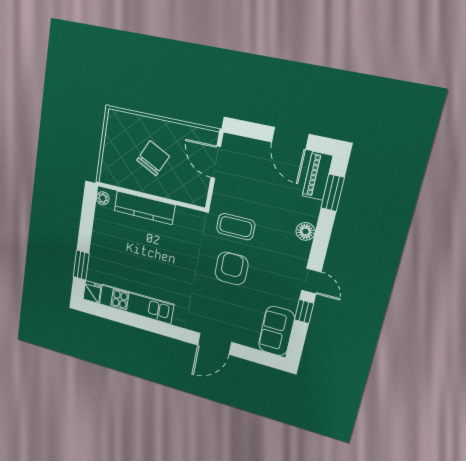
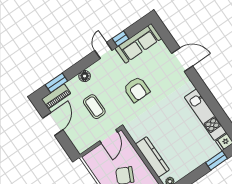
door: (216, 162) -> (109, 137), moved
coffee table: (236, 227) -> (94, 107), moved
armchair: (232, 268) -> (137, 89), turned -90
sofa: (276, 331) -> (138, 43), width x1.36

